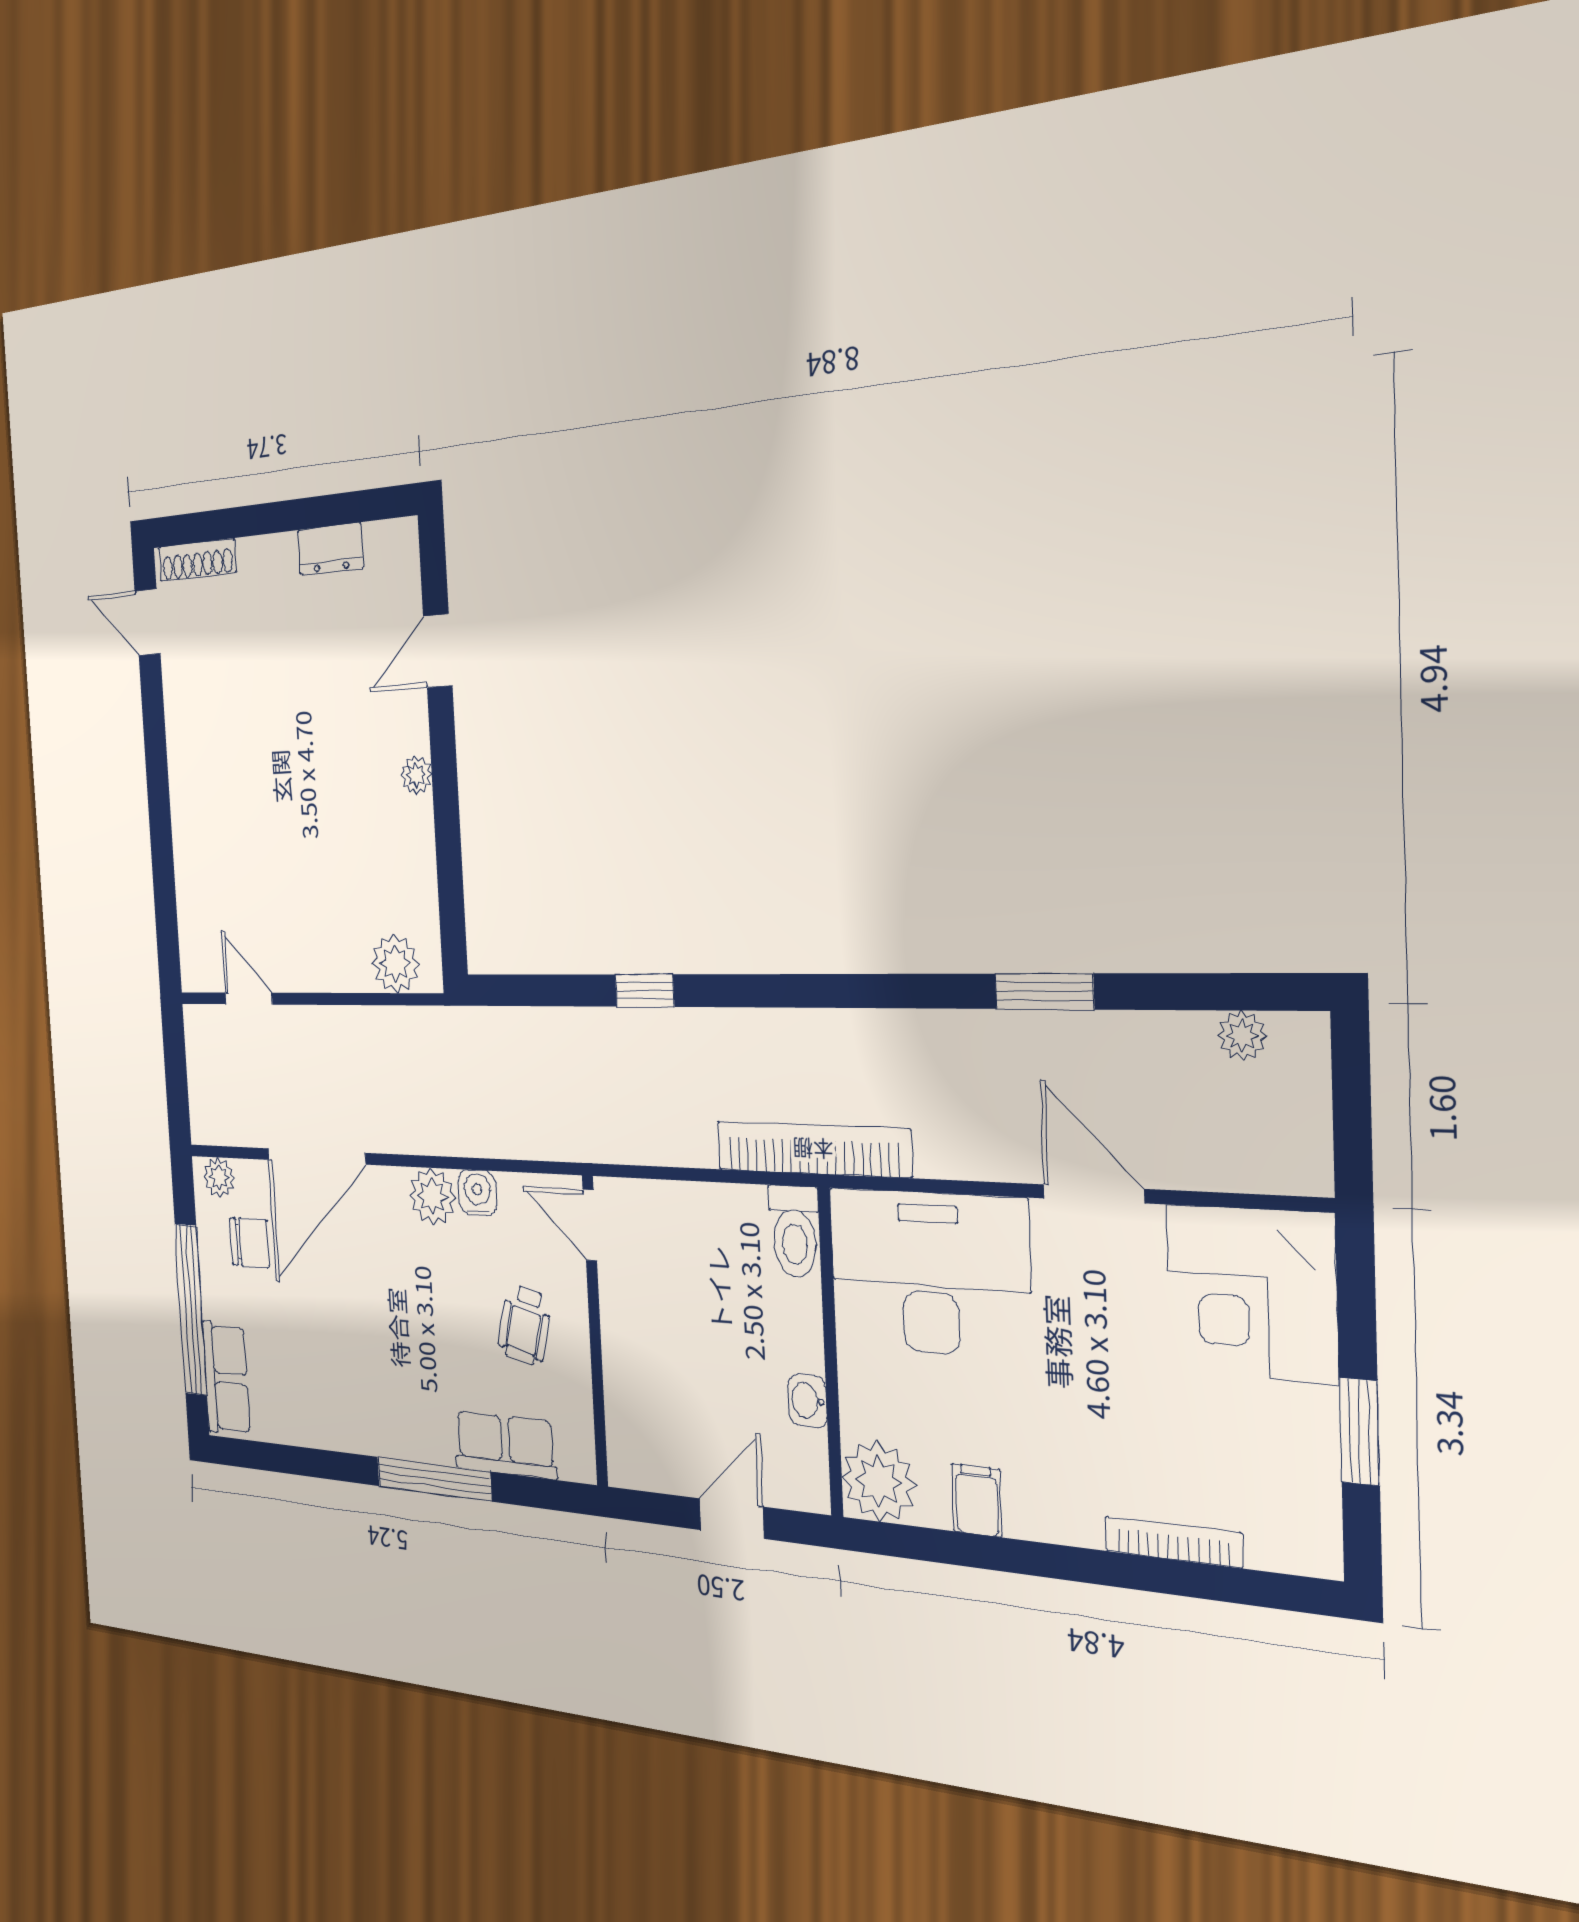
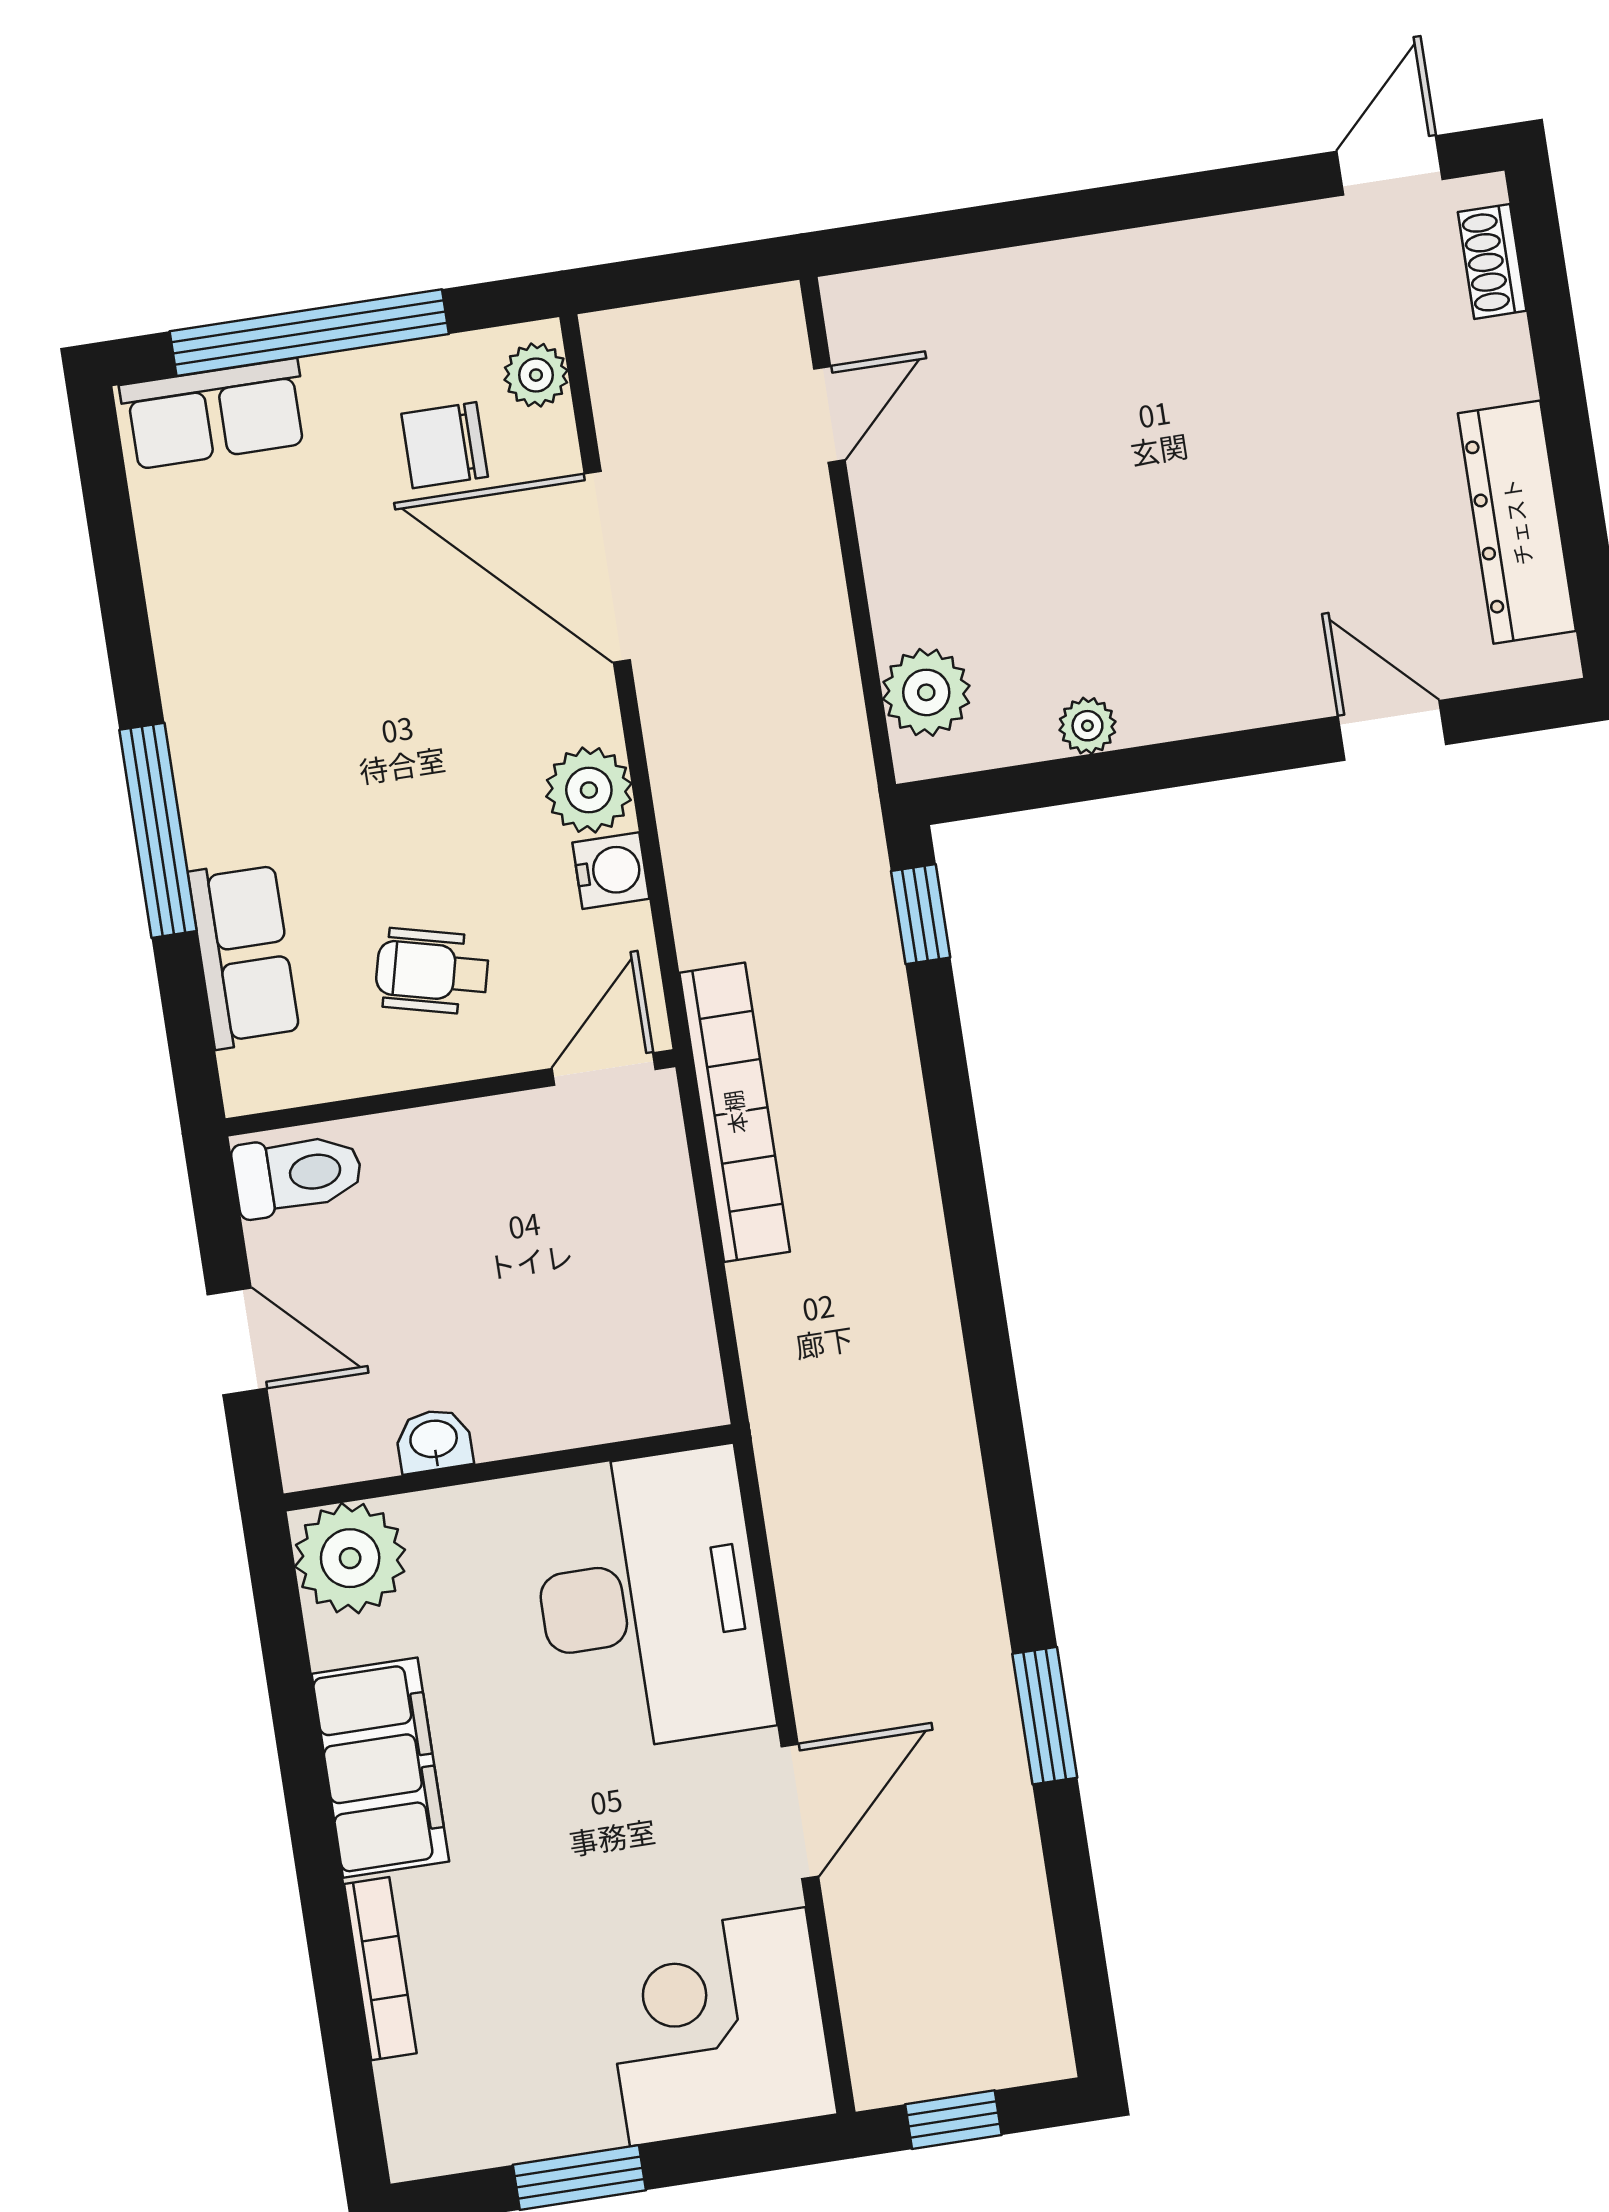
dresser: (330, 549) -> (1517, 522), width x1.96, depth x1.24
shoe rack: (197, 560) -> (1492, 261), width x0.70
plant: (416, 775) -> (1087, 726), moved
window: (645, 991) -> (921, 914), moved
plant: (1242, 1036) -> (1031, 1975), removed
window: (1352, 1119) -> (953, 2120), added
bookcase: (813, 1149) -> (735, 1112), moved
toilet: (795, 1232) -> (298, 1174), moved, turned 180
chair: (250, 1243) -> (445, 445), turned 90
filing cabinet: (977, 1500) -> (380, 1768), width x3.00, depth x1.17

